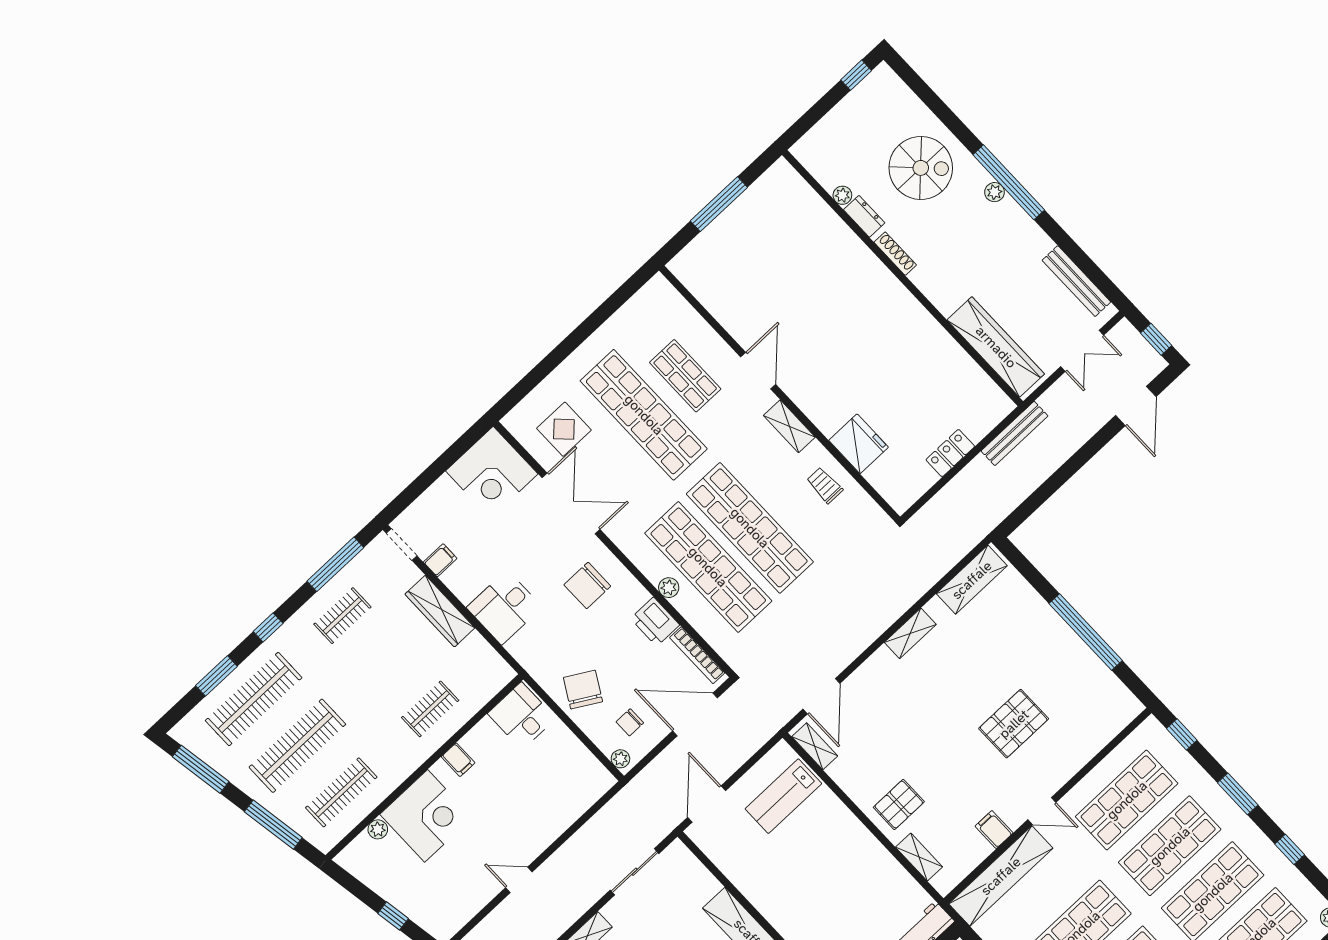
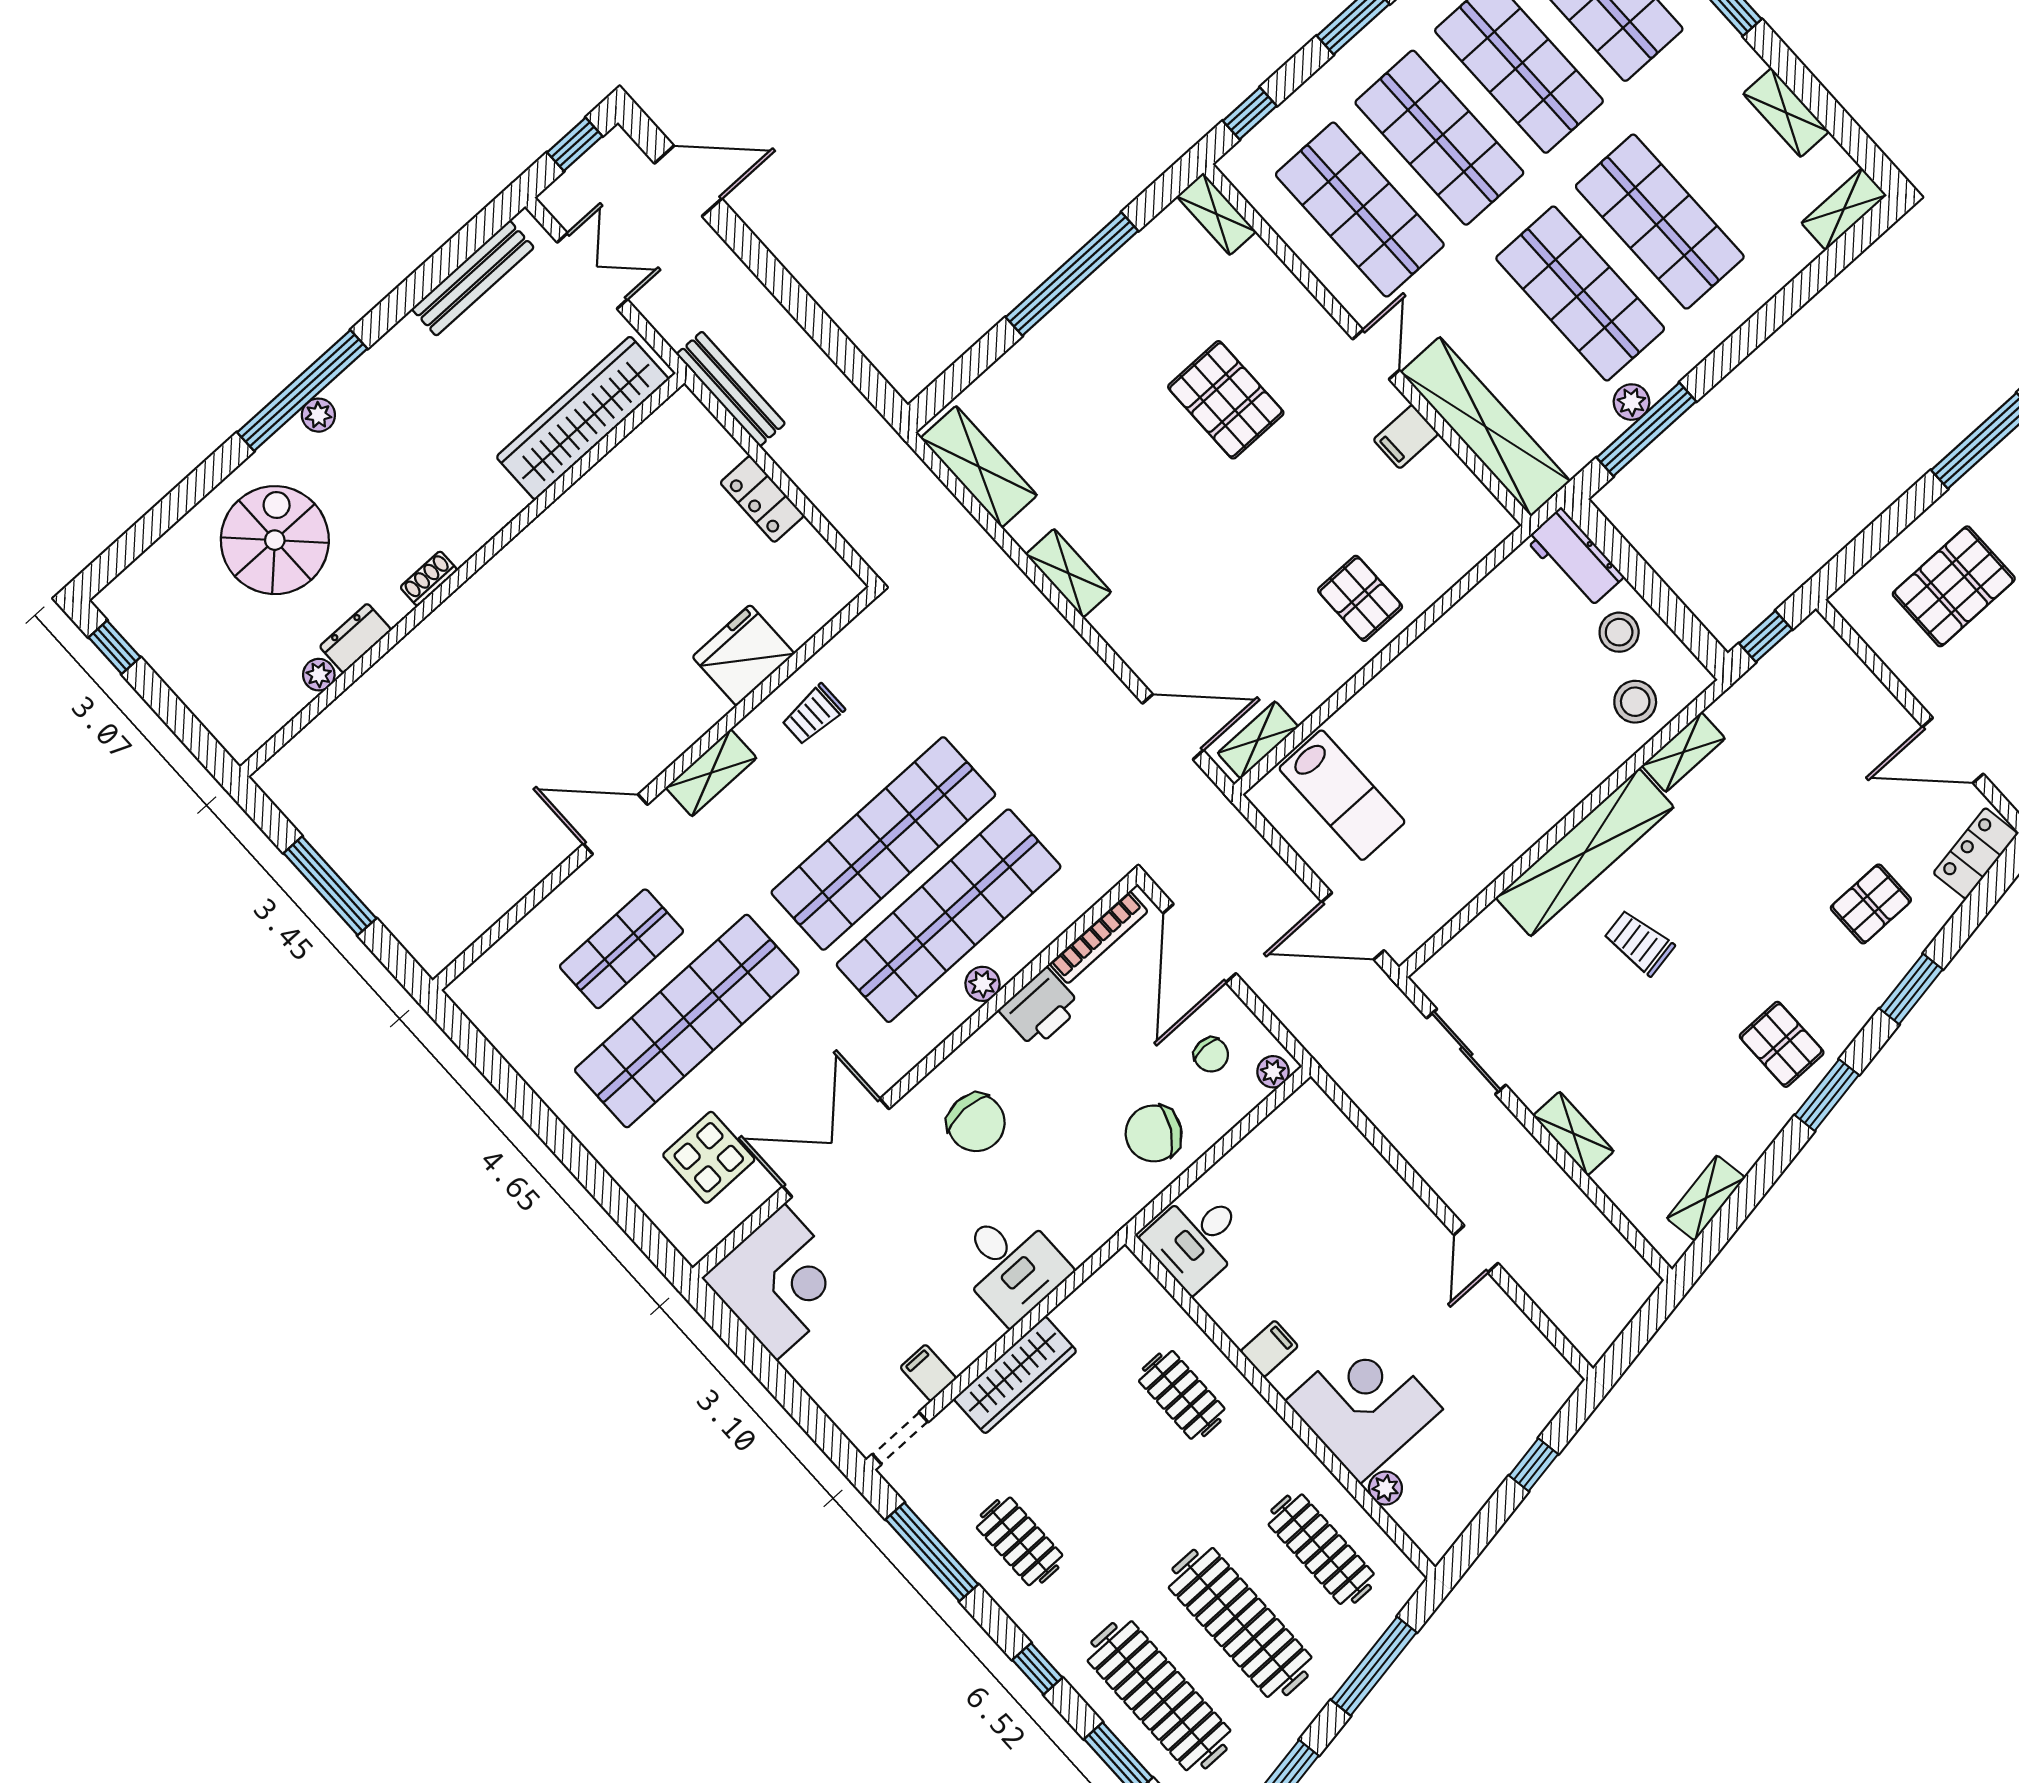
shoe rack: (895, 254) -> (429, 579), width x0.70
shelving: (919, 857) -> (1216, 214), moved, turned 90

